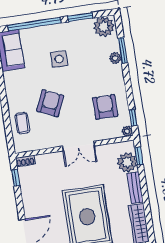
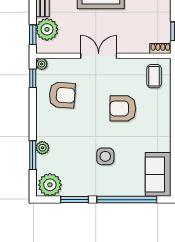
armchair: (50, 103) -> (123, 108), turned 66
armchair: (105, 107) -> (62, 95), turned -86
coffee table: (22, 123) -> (154, 76), moved

